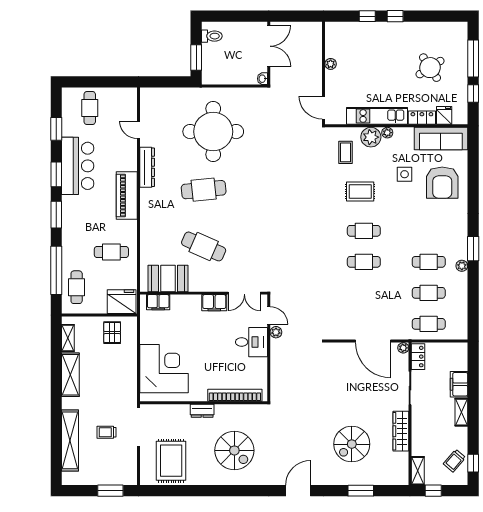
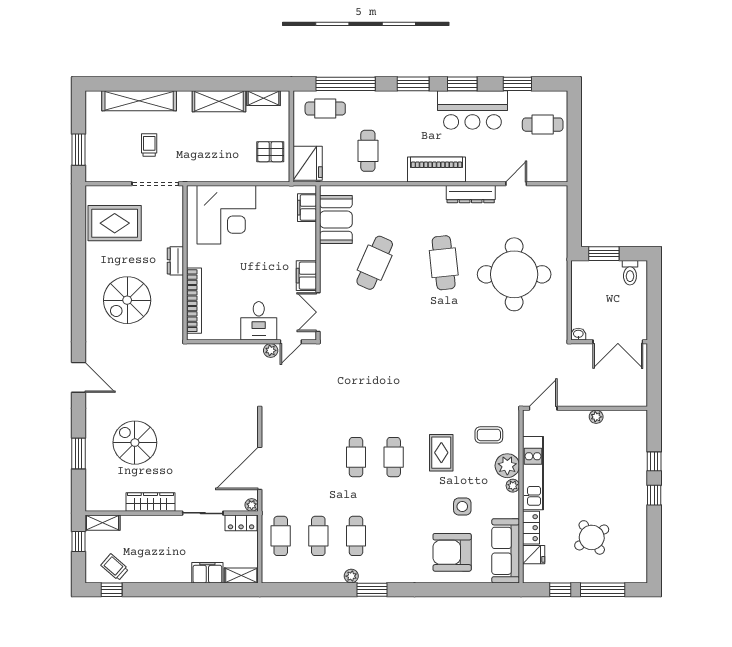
shelving: (461, 412) -> (241, 575), moved

